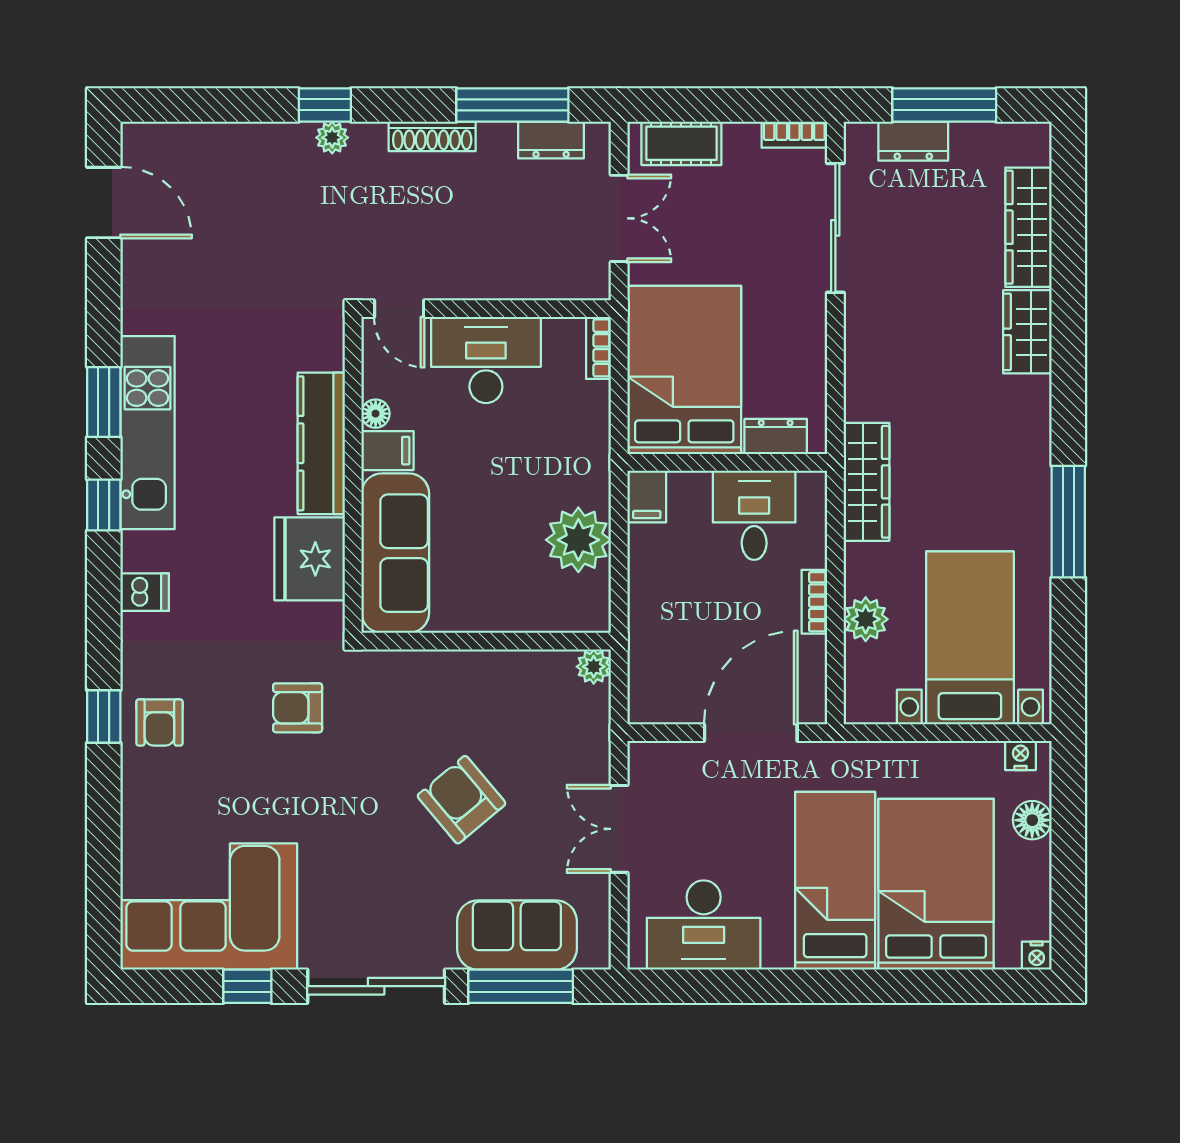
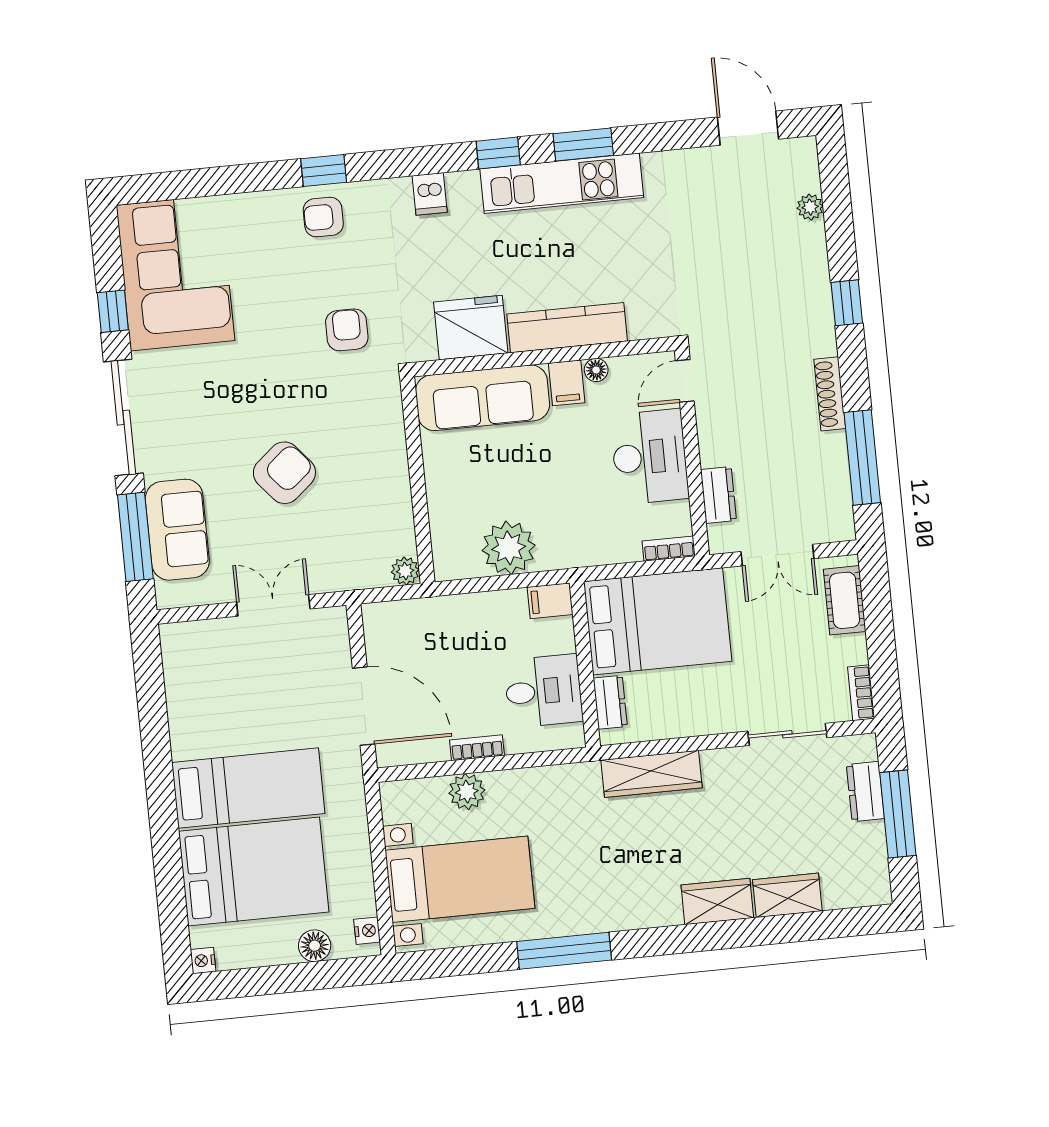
plant: (332, 138) -> (810, 207), moved
dresser: (551, 140) -> (719, 495), moved, turned 180
door: (104, 203) -> (748, 128), swing flipped
wardrobe: (1028, 227) -> (787, 895), width x0.67
sliding door: (835, 228) -> (787, 734), width x0.73
wardrobe: (866, 482) -> (652, 774), moved
desk: (704, 925) -> (201, 683), removed

